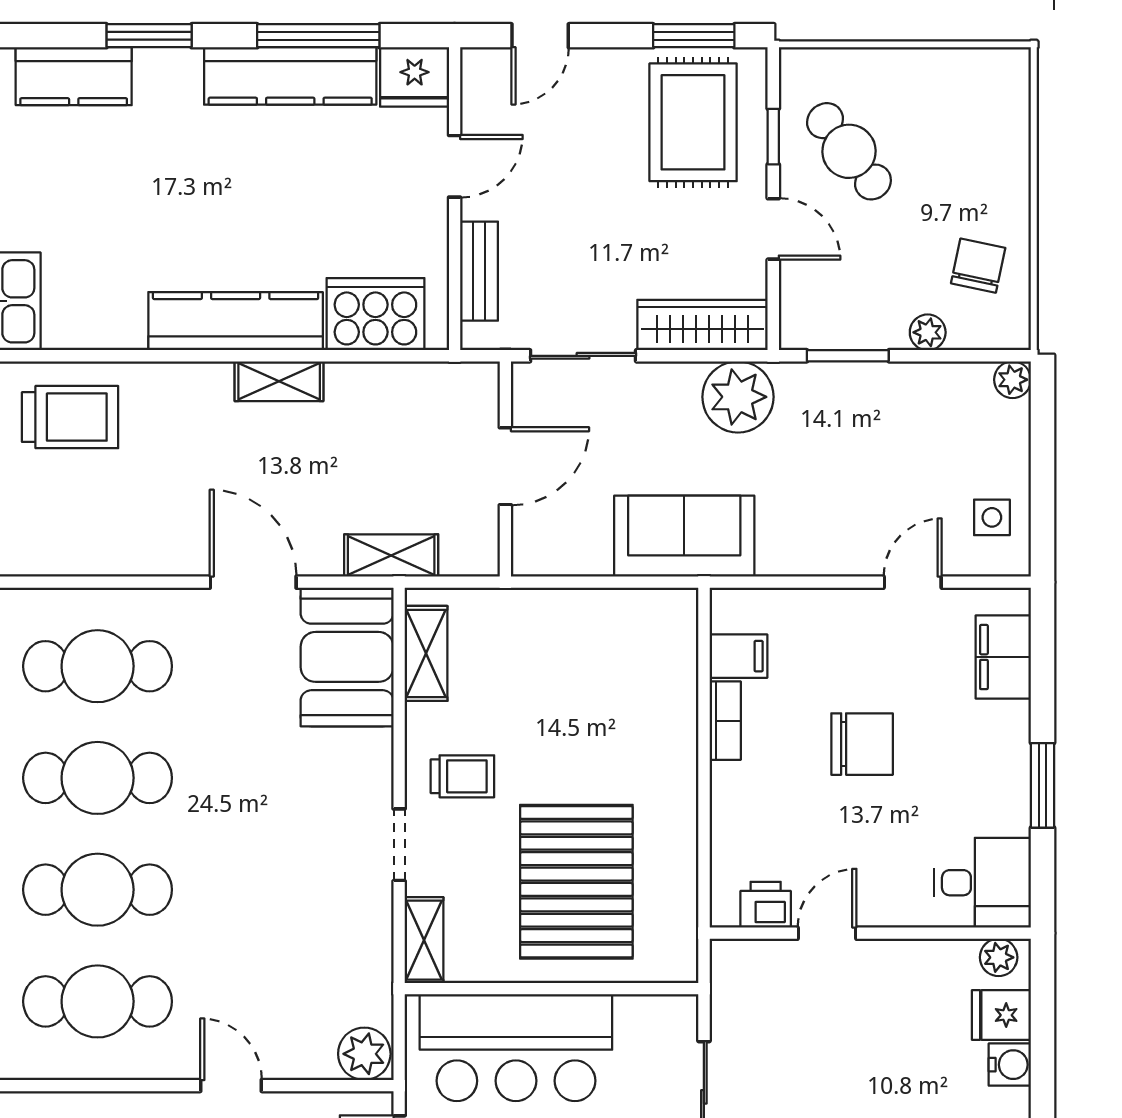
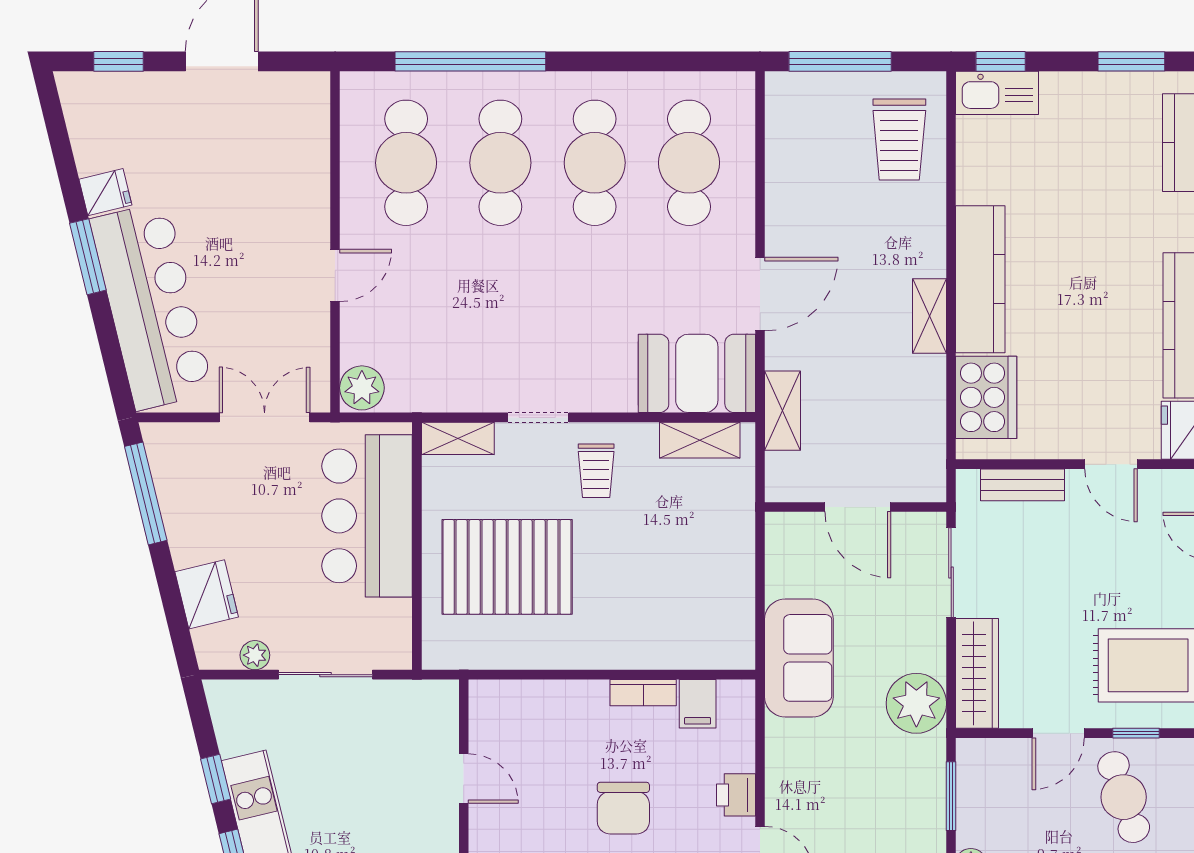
cafe table: (849, 151) -> (1124, 797), turned -70
printer: (766, 905) -> (736, 795), moved, turned 180

